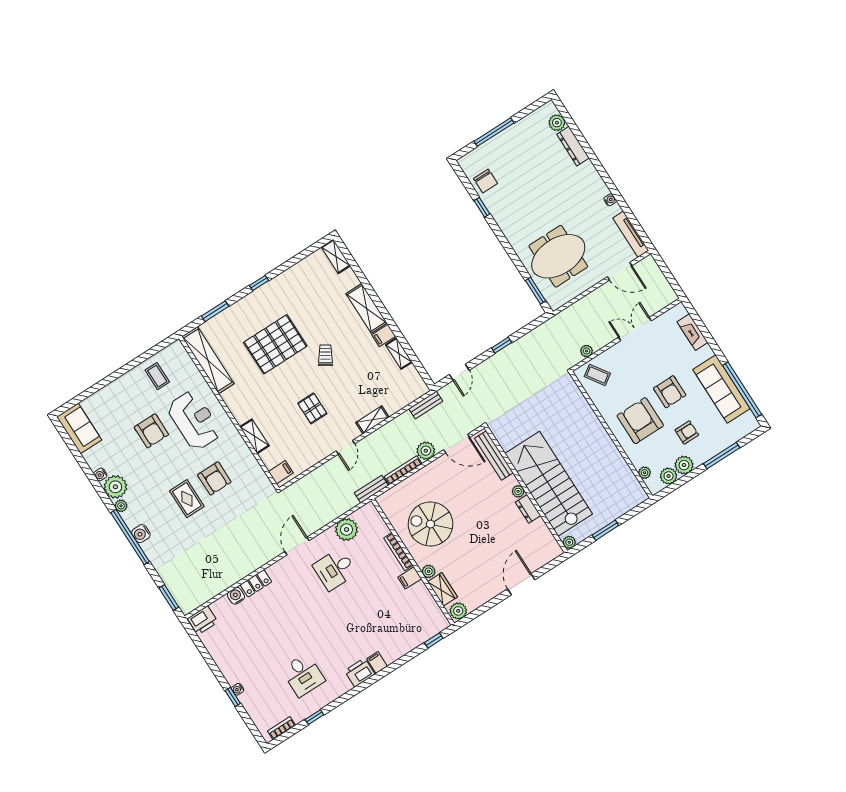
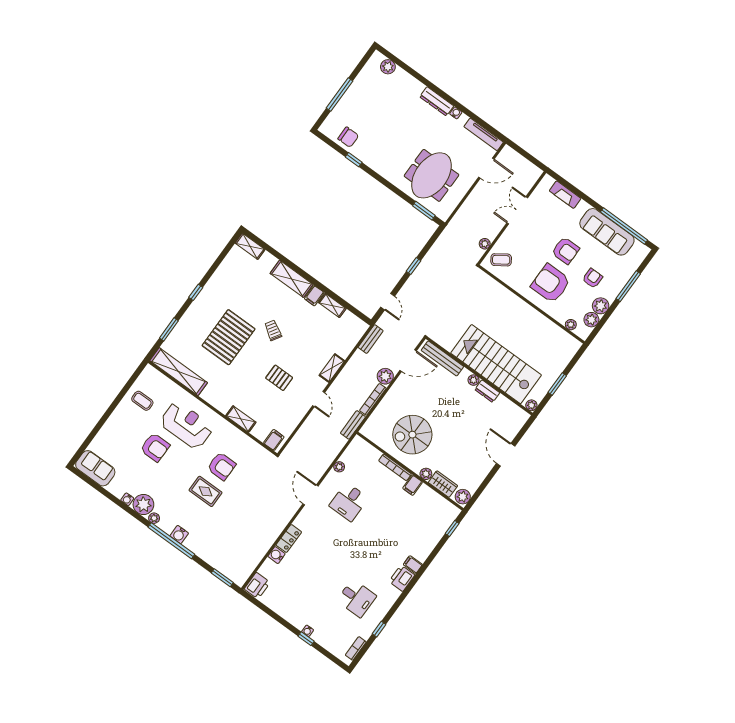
dresser: (573, 146) -> (437, 101), moved
plant: (347, 530) -> (339, 467), width x0.53, depth x0.53

